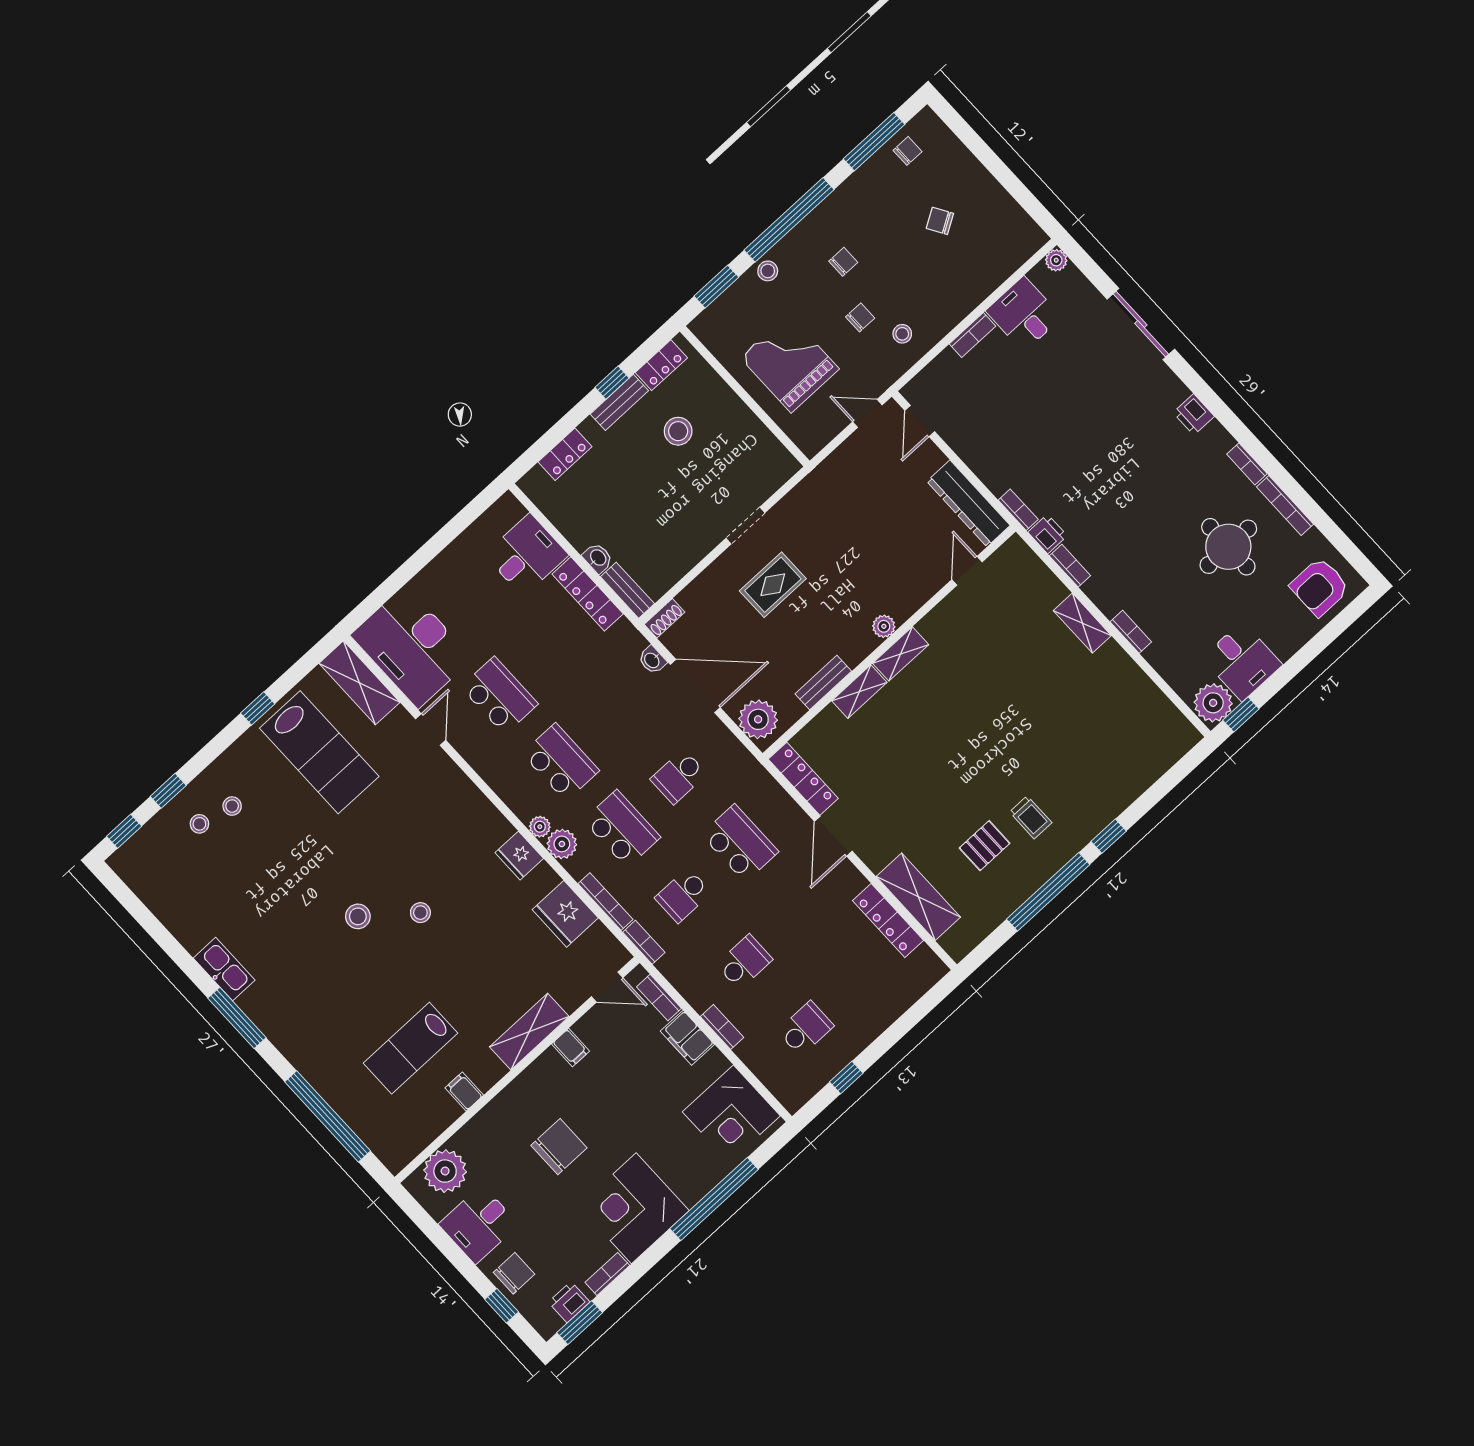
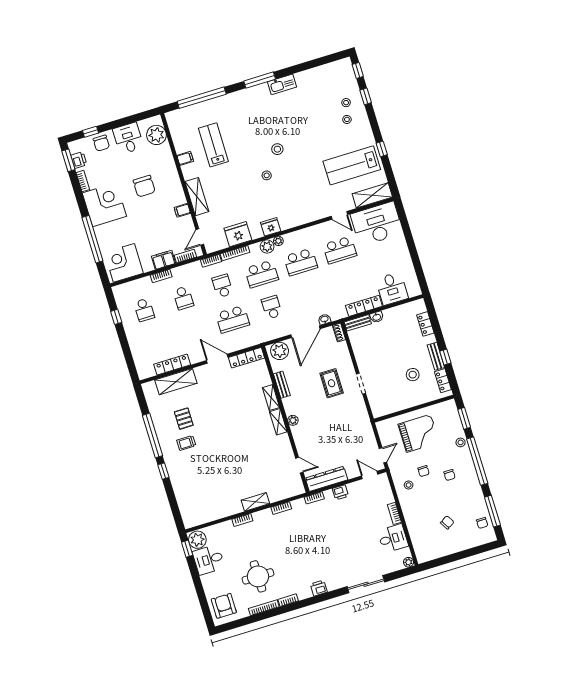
printer: (1048, 534) -> (340, 492), moved

